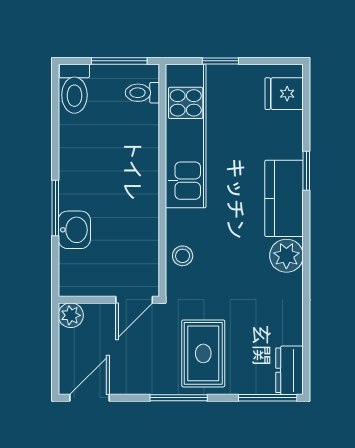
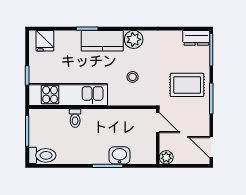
toilet: (142, 93) -> (75, 118), moved
stool: (183, 256) -> (133, 77), moved

